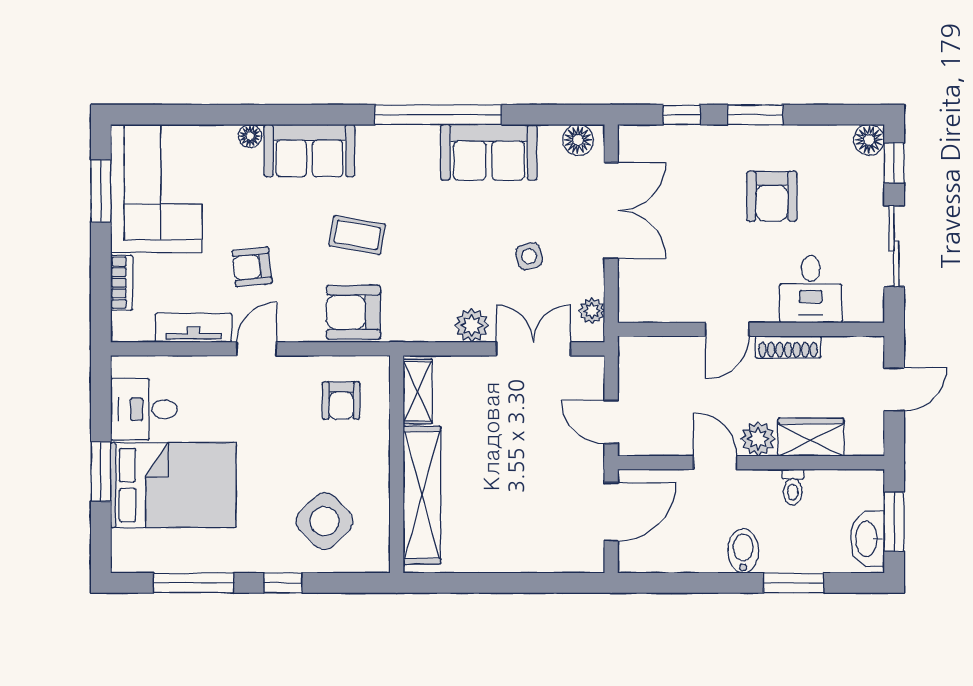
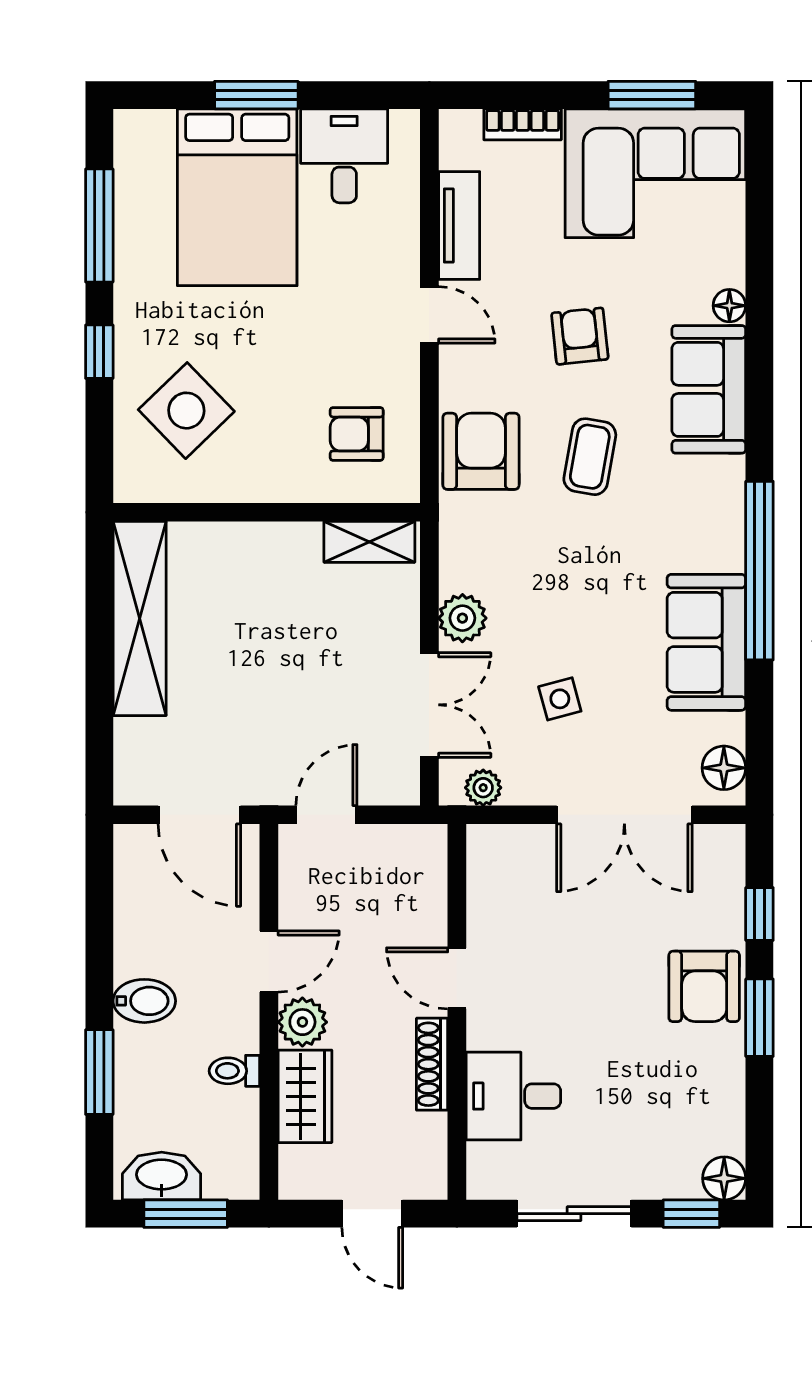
armchair: (772, 196) -> (704, 986), moved, turned -90
armchair: (252, 267) -> (580, 336), moved
shelving: (422, 495) -> (140, 619), moved, turned 90

